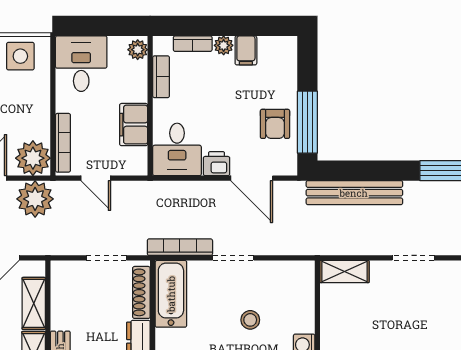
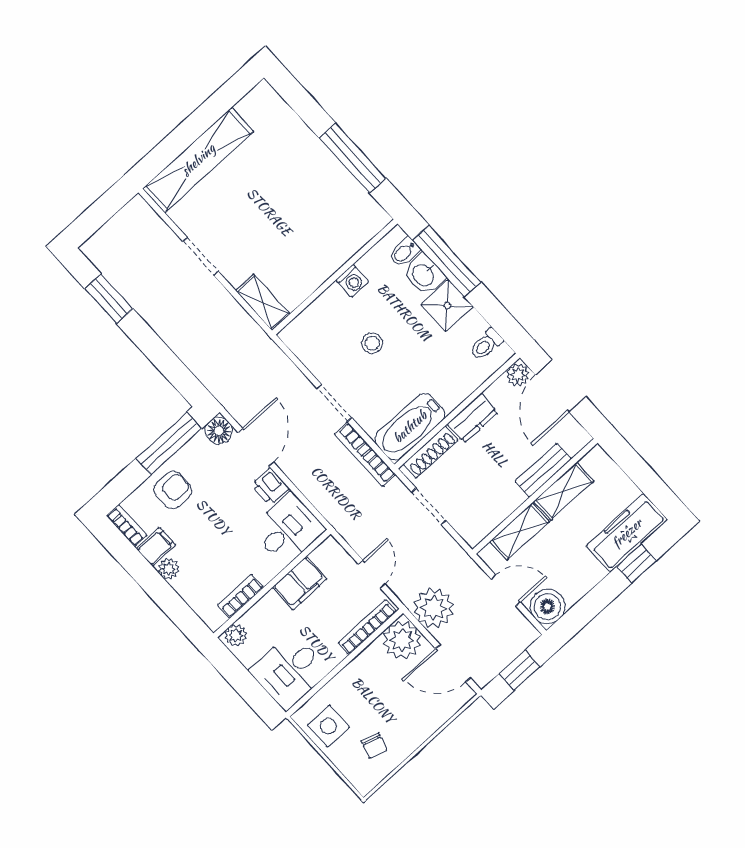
bookcase: (193, 44) -> (127, 526), moved
armchair: (275, 124) -> (173, 490), moved
floor lamp: (285, 163) -> (219, 431), added
bench: (354, 193) -> (191, 353), removed

